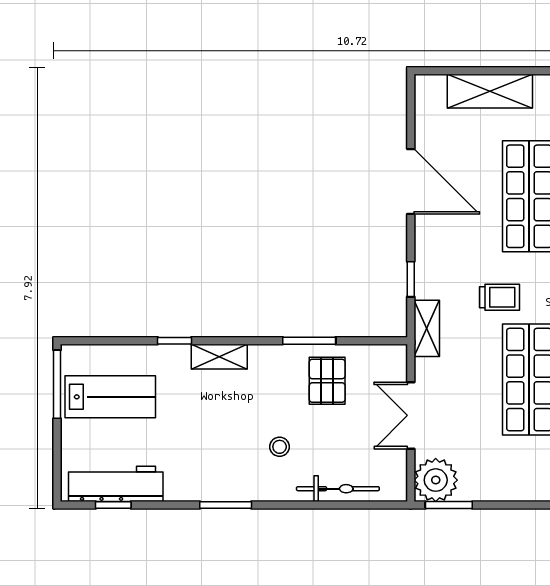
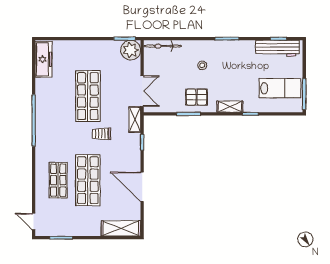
shelving: (490, 91) -> (121, 228), moved
pallet: (327, 381) -> (196, 97), moved, turned 90
lab bench: (110, 397) -> (280, 88), turned 180
double door: (411, 415) -> (142, 91), moved
bicycle: (338, 489) -> (163, 46), moved

